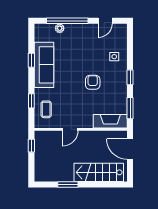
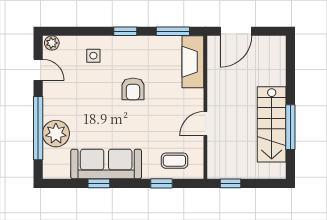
plant: (60, 28) -> (56, 134), width x1.88, depth x1.88
plant: (122, 30) -> (52, 43), added
armchair: (93, 82) -> (133, 89), turned -90
door: (70, 129) -> (205, 124), swing flipped
stairs: (99, 172) -> (272, 124), moved
window: (68, 184) -> (290, 127), width x1.44

